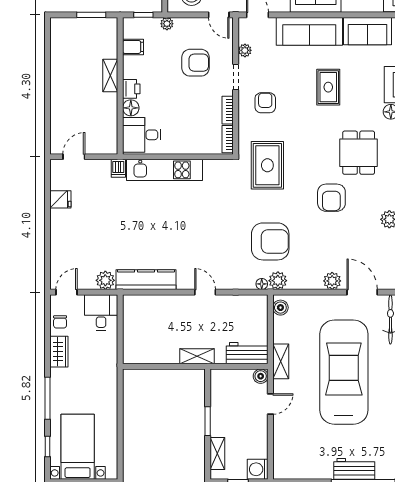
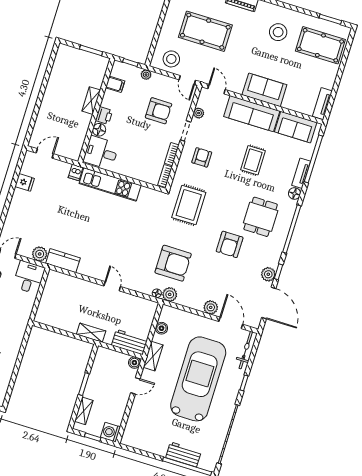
kitchen counter: (146, 280) -> (63, 261), width x0.67
boiler: (280, 308) -> (161, 328), moved

